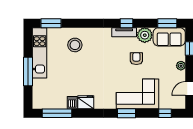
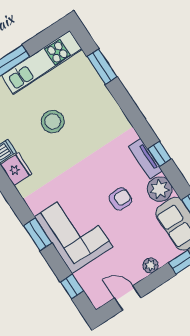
window: (51, 23) -> (102, 67), moved
stool: (75, 45) -> (53, 121), moved

